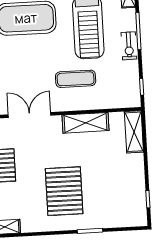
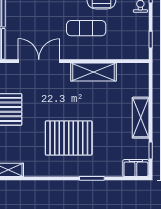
shelving: (134, 132) -> (141, 118), moved
pallet: (64, 191) -> (69, 138), turned 90
filing cabinet: (134, 218) -> (136, 168), added

